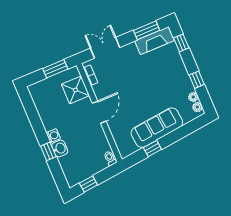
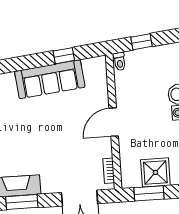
shower: (75, 90) -> (155, 172), moved
window: (88, 184) -> (141, 42), moved

